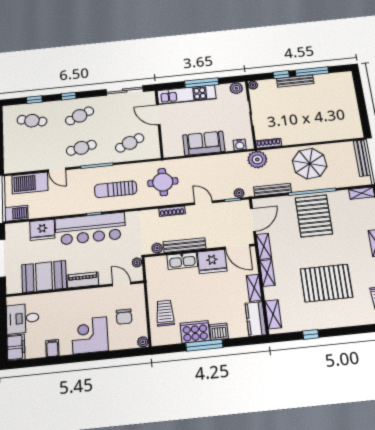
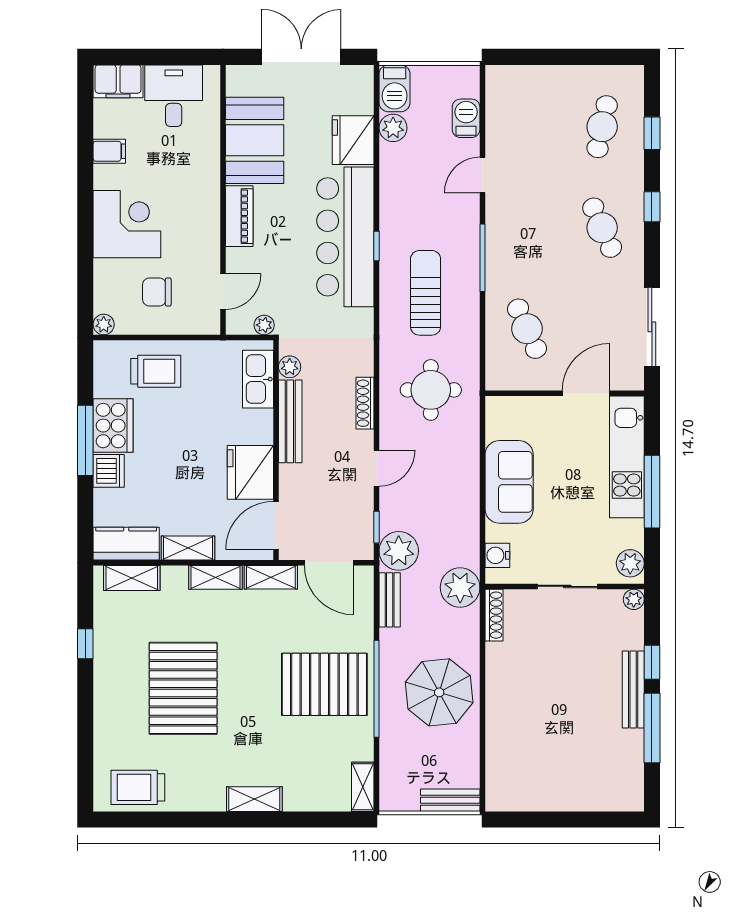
cafe table: (81, 148) -> (527, 228), removed
bench: (362, 158) -> (450, 800), width x0.73
barbecue: (30, 183) -> (466, 118), width x0.53, depth x0.65
bench: (273, 190) -> (390, 600), width x0.73
plant: (239, 193) -> (399, 551), width x1.88, depth x1.88
plant: (36, 212) -> (393, 128), added
kitchen sink: (182, 261) -> (258, 379), moved

